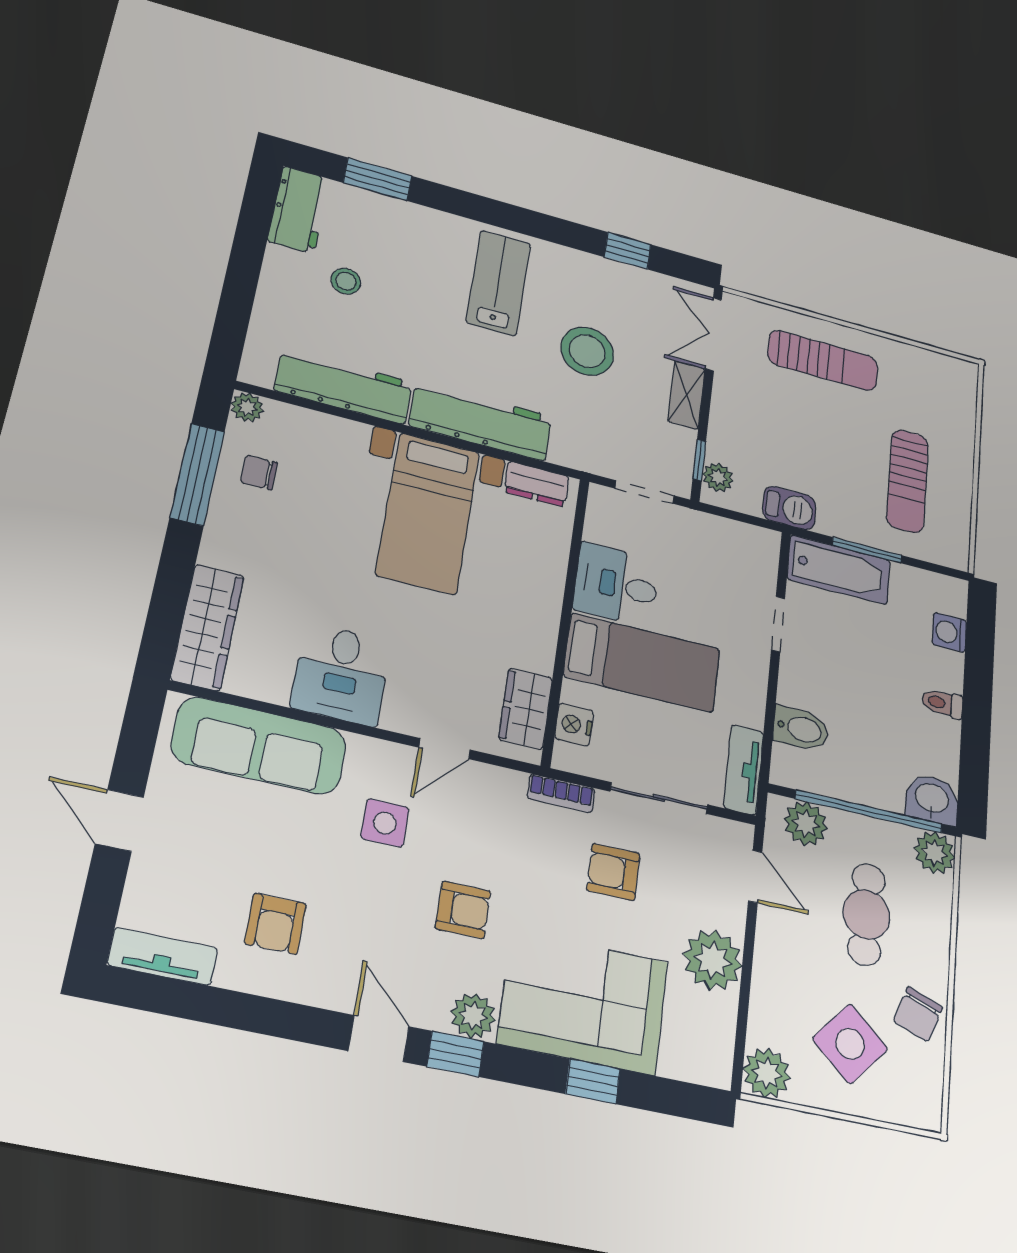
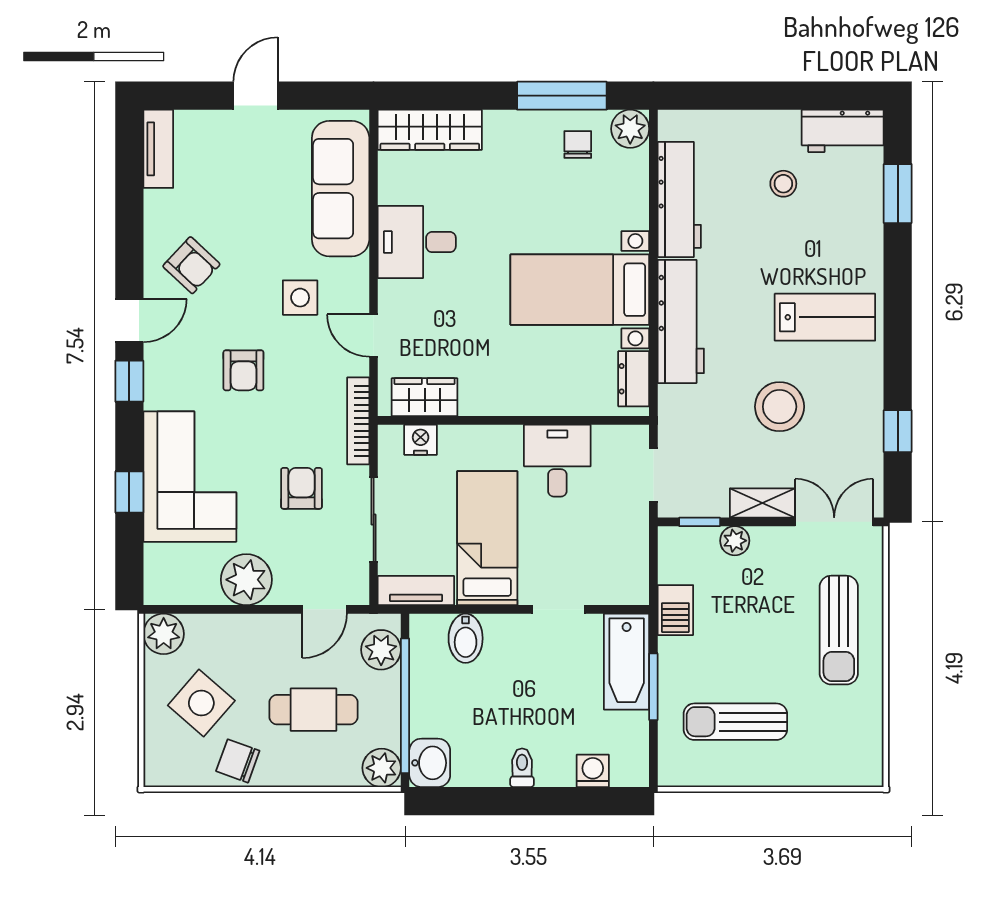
plant: (247, 407) -> (630, 129), width x1.38, depth x1.38
plant: (718, 477) -> (735, 541), moved
bed: (642, 663) -> (487, 538), moved, turned 180
bookcase: (561, 793) -> (358, 421), width x1.56
armchair: (275, 924) -> (191, 265), moved, turned -137
plant: (473, 1016) -> (161, 391), removed

